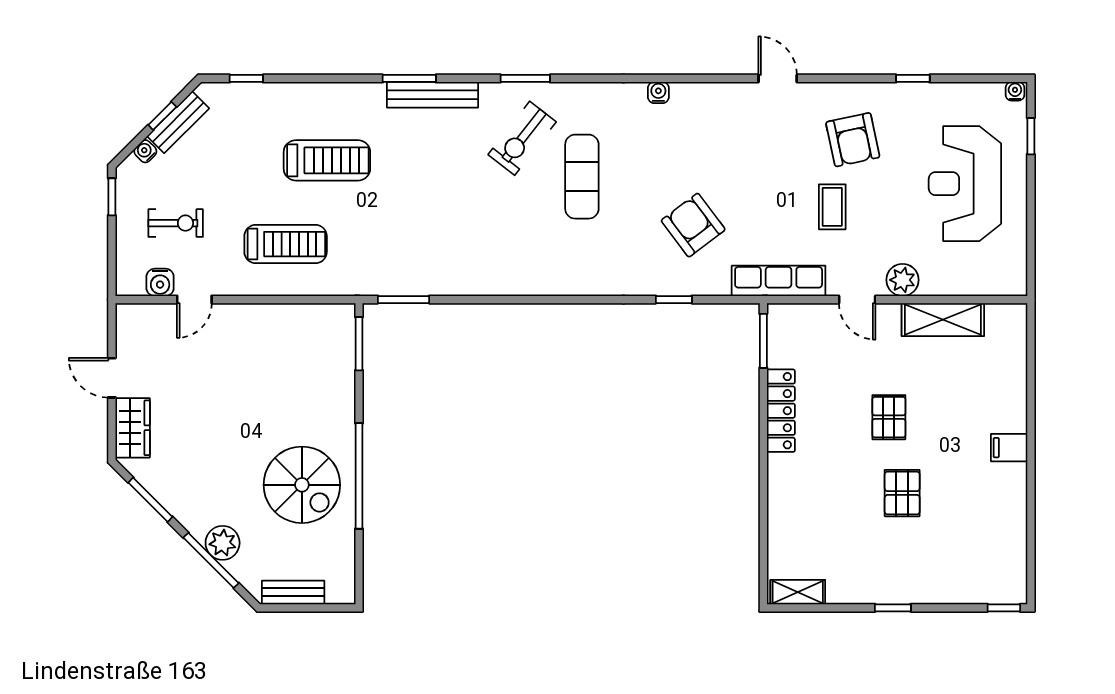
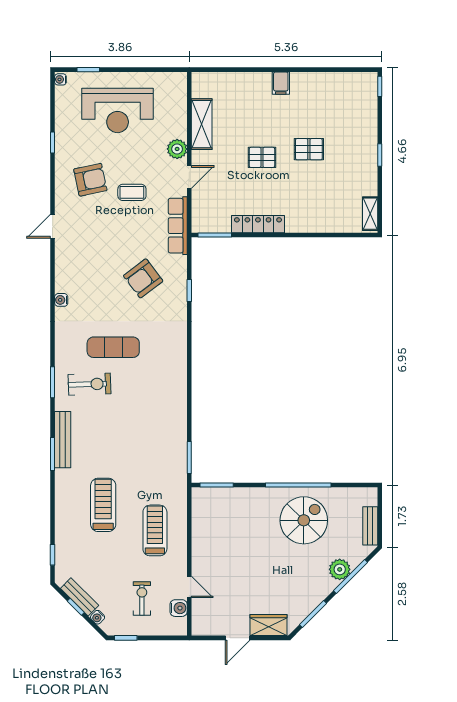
exercise bike: (522, 138) -> (89, 384), turned -40

